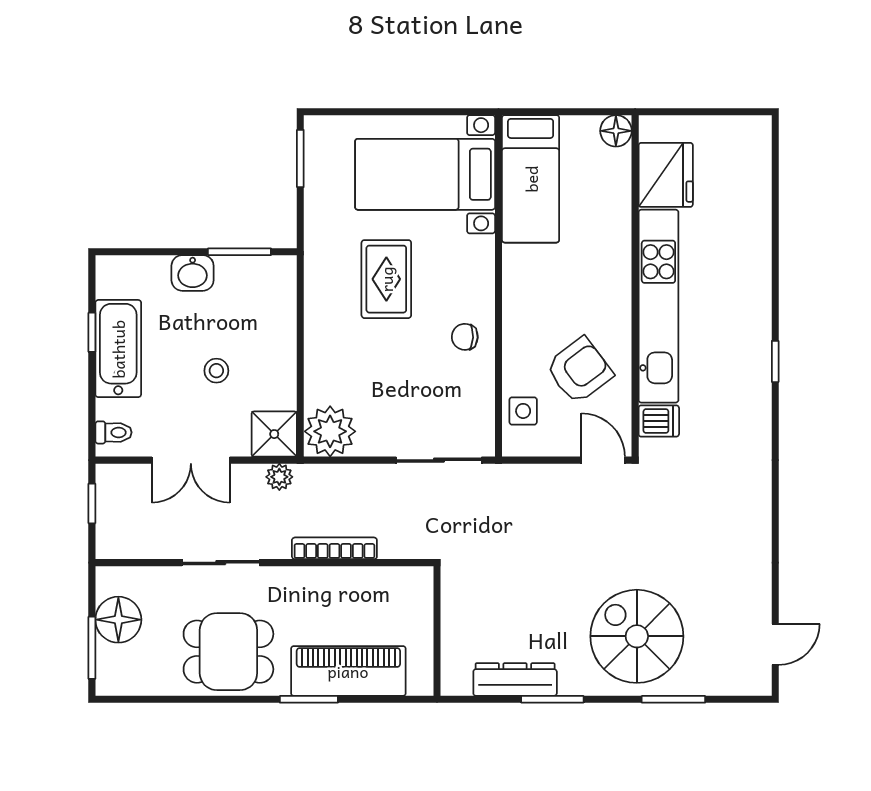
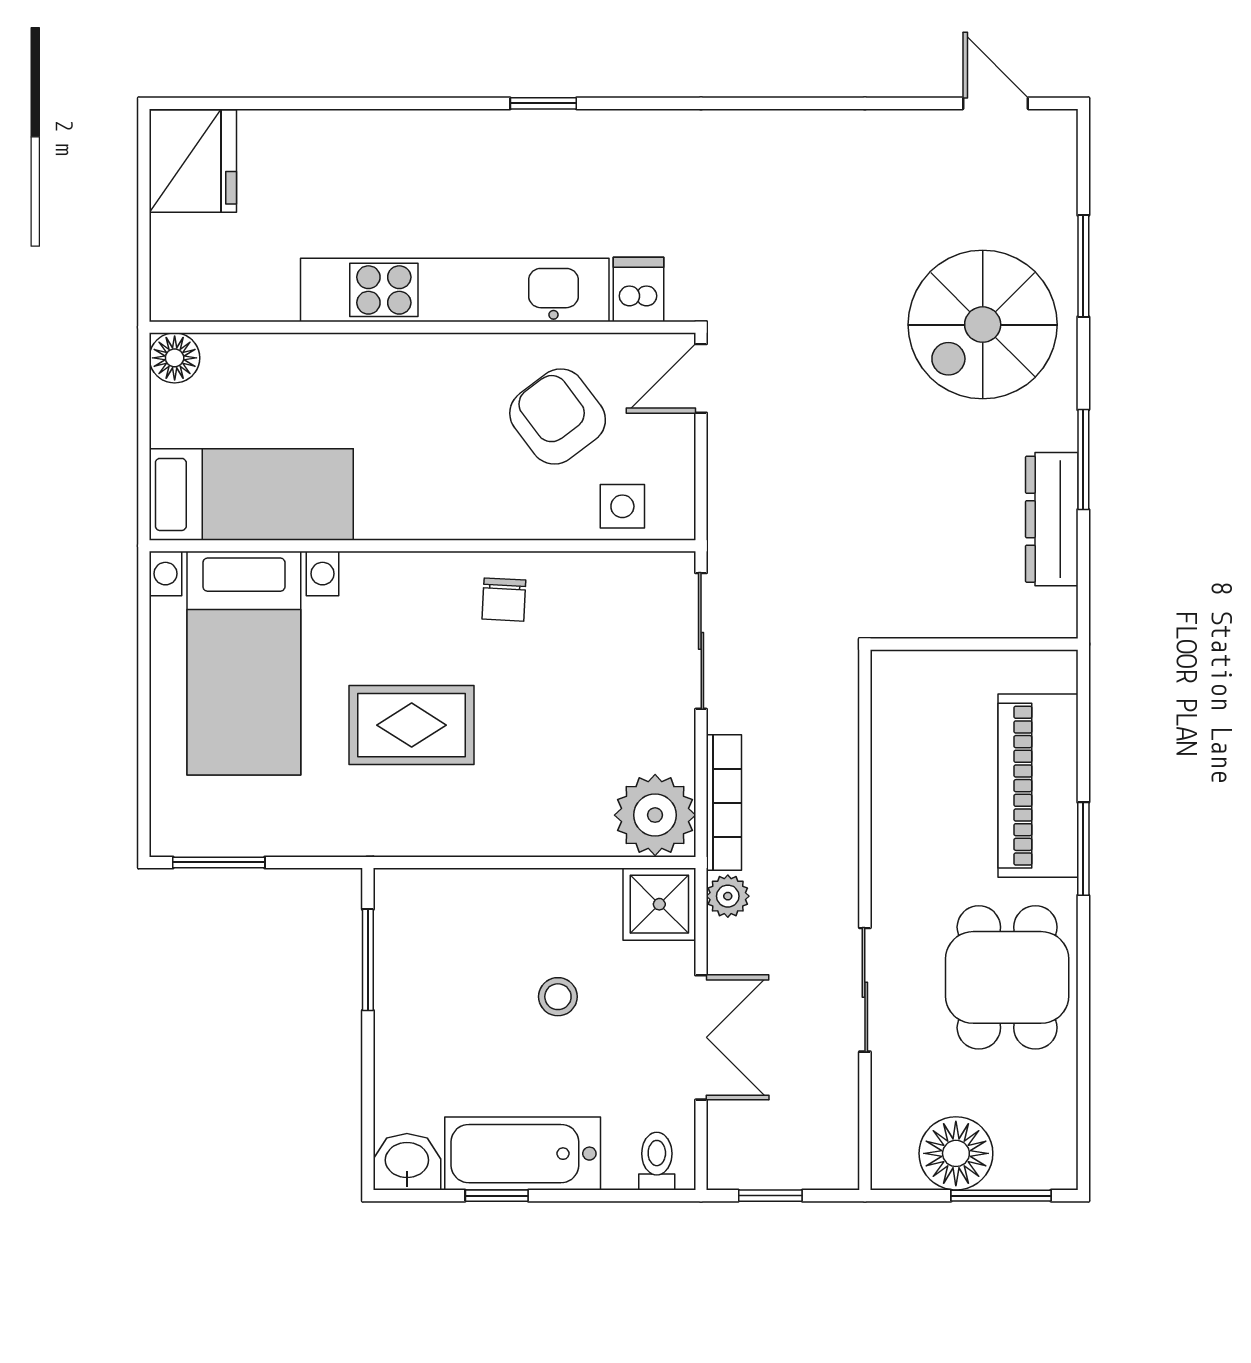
fridge: (666, 175) -> (193, 161), moved, turned 90
washbasin: (193, 273) -> (407, 1162), moved, turned -90
bookcase: (334, 548) -> (724, 803), moved, turned 180

